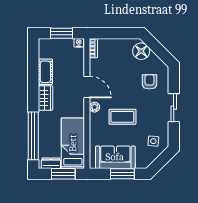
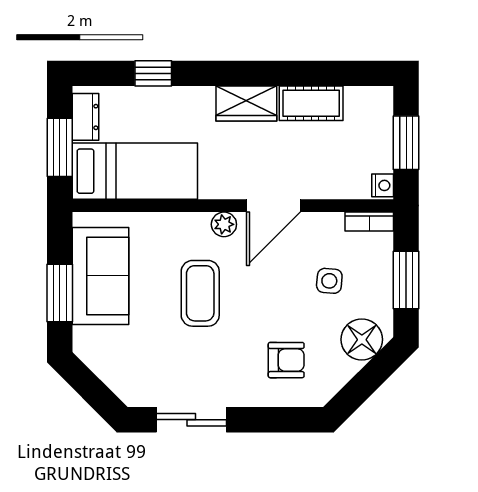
window: (117, 33) -> (406, 280), added
sliding door: (174, 108) -> (191, 420), moved
window: (33, 136) -> (153, 73), width x0.32
side table: (153, 141) -> (329, 281), moved

